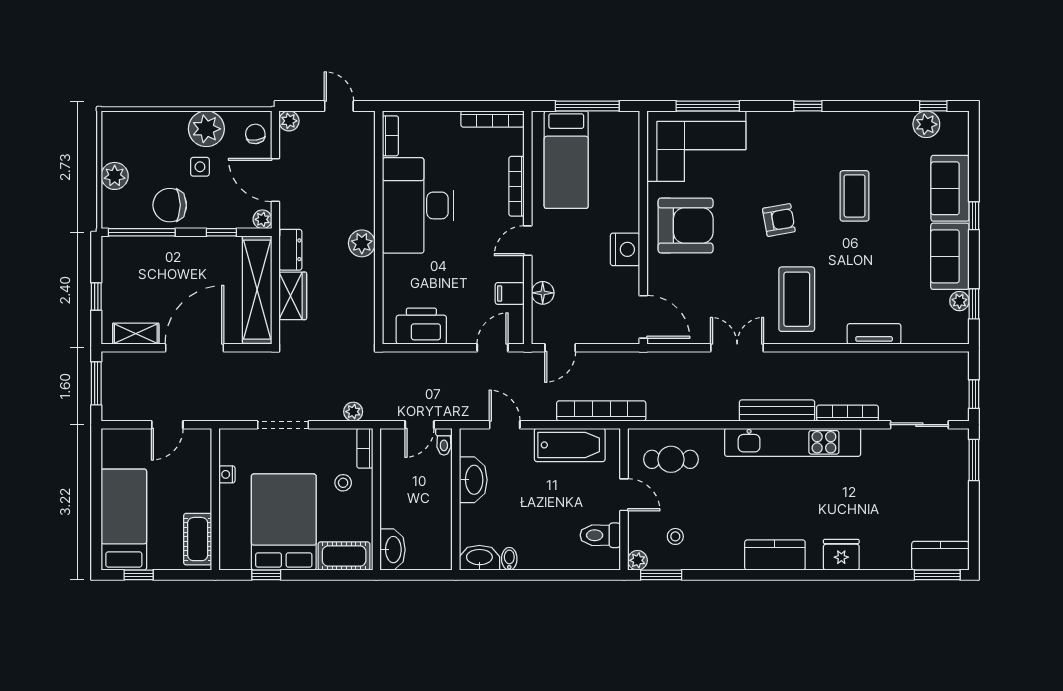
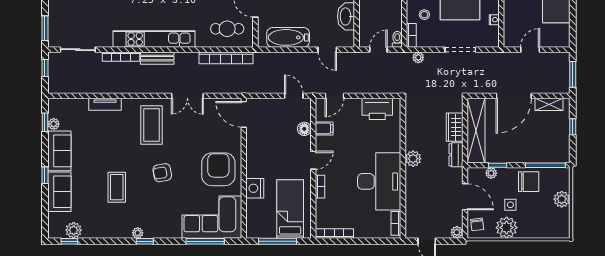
plant: (820, 120) -> (138, 233), added
bookcase: (517, 186) -> (320, 187), width x0.64
plant: (262, 219) -> (491, 173), moved
armchair: (686, 226) -> (218, 169), turned 90
nightstand: (625, 249) -> (255, 188), moved
door: (560, 348) -> (294, 96), hinge flipped
bench: (777, 410) -> (157, 58), width x0.73
bookcase: (601, 411) -> (226, 58), moved
toilet: (444, 442) -> (397, 39), moved

